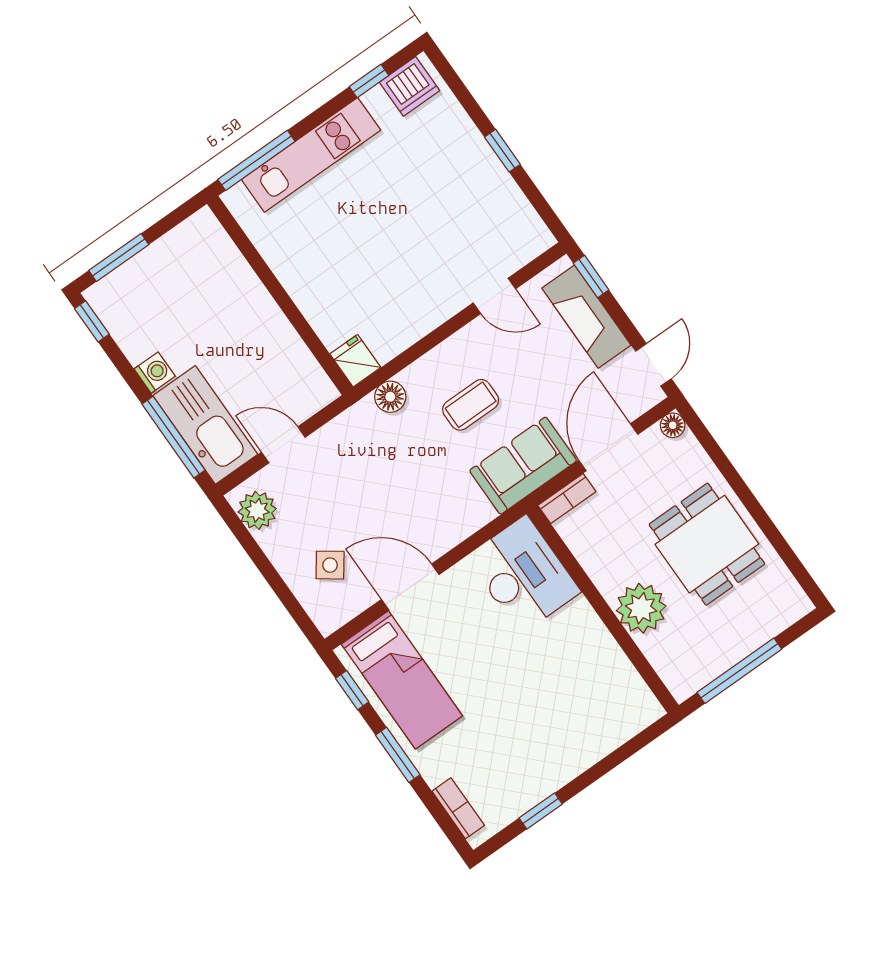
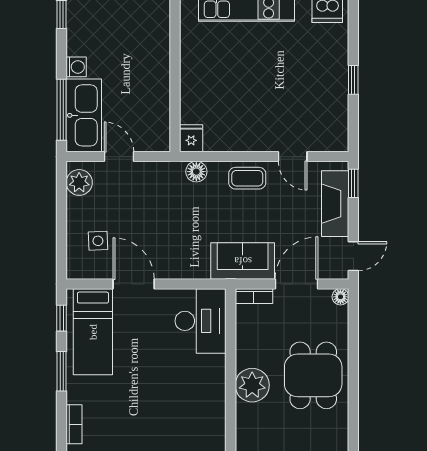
coffee table: (471, 405) -> (247, 178), moved
side table: (330, 565) -> (98, 241), turned -38

